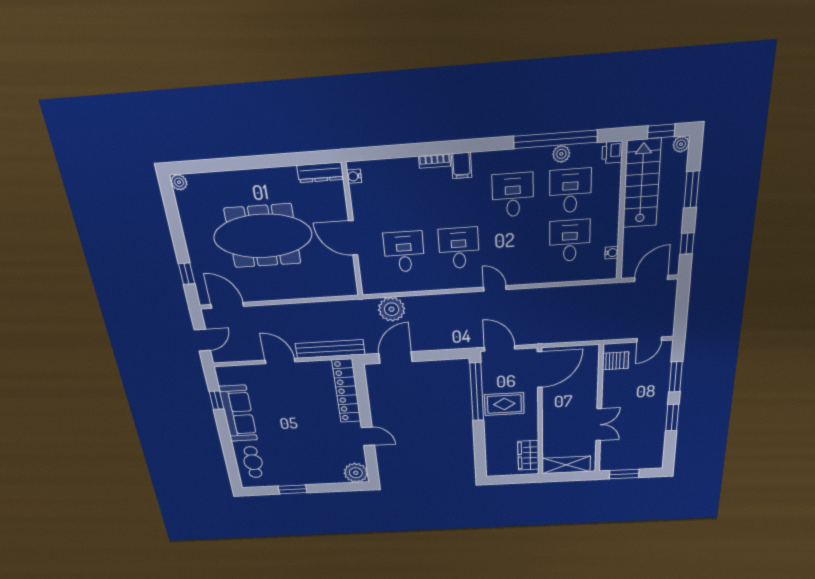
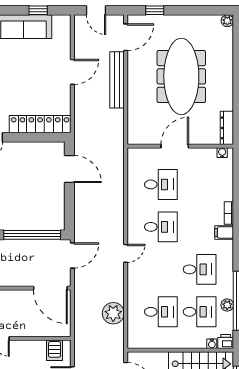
water cooler: (612, 253) -> (212, 344), moved
plant: (392, 309) -> (113, 313), moved
bench: (330, 349) -> (117, 80), moved
rug: (504, 404) -> (19, 258), removed

